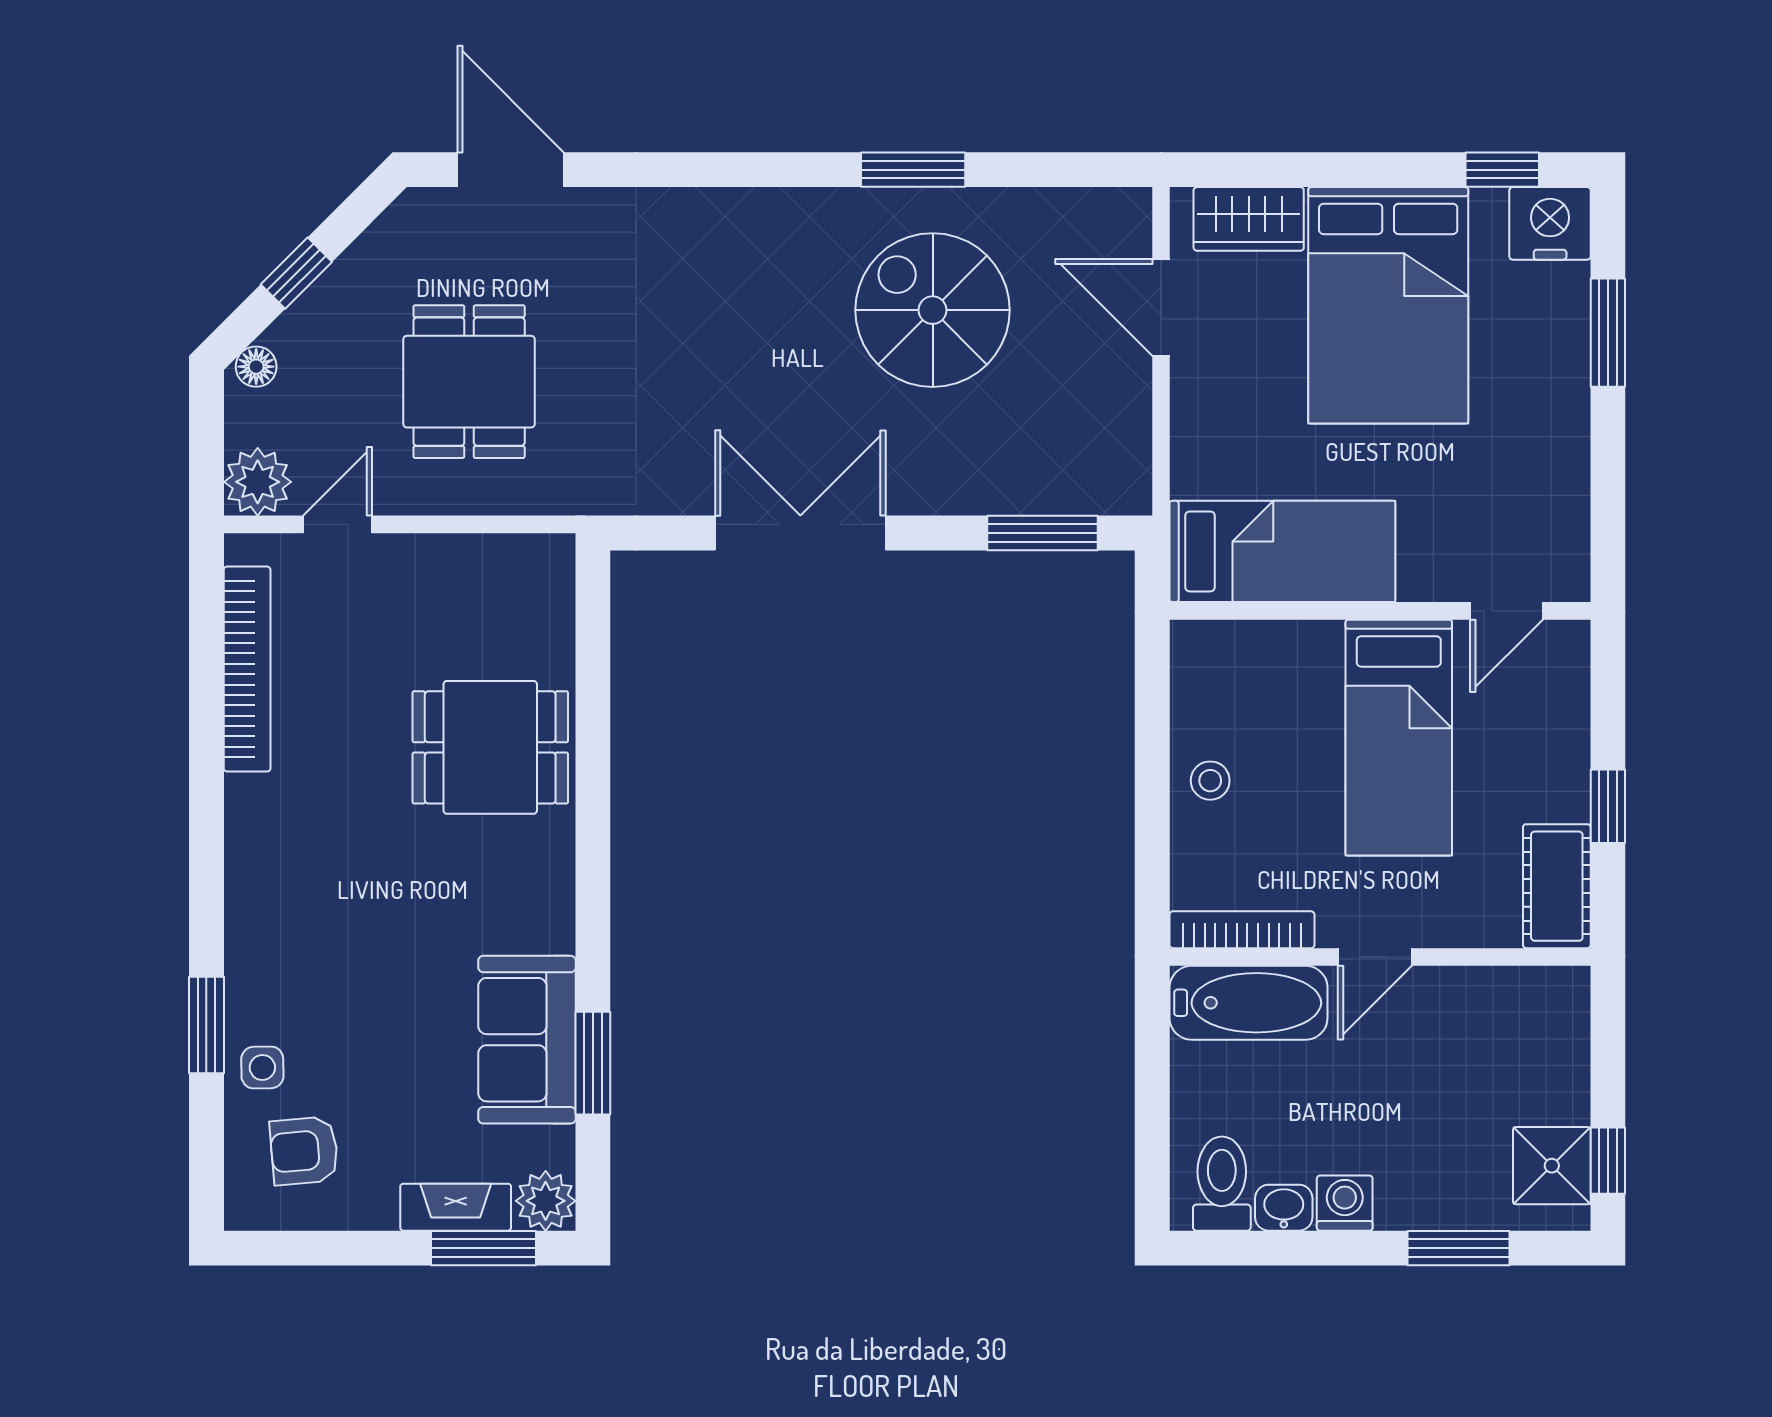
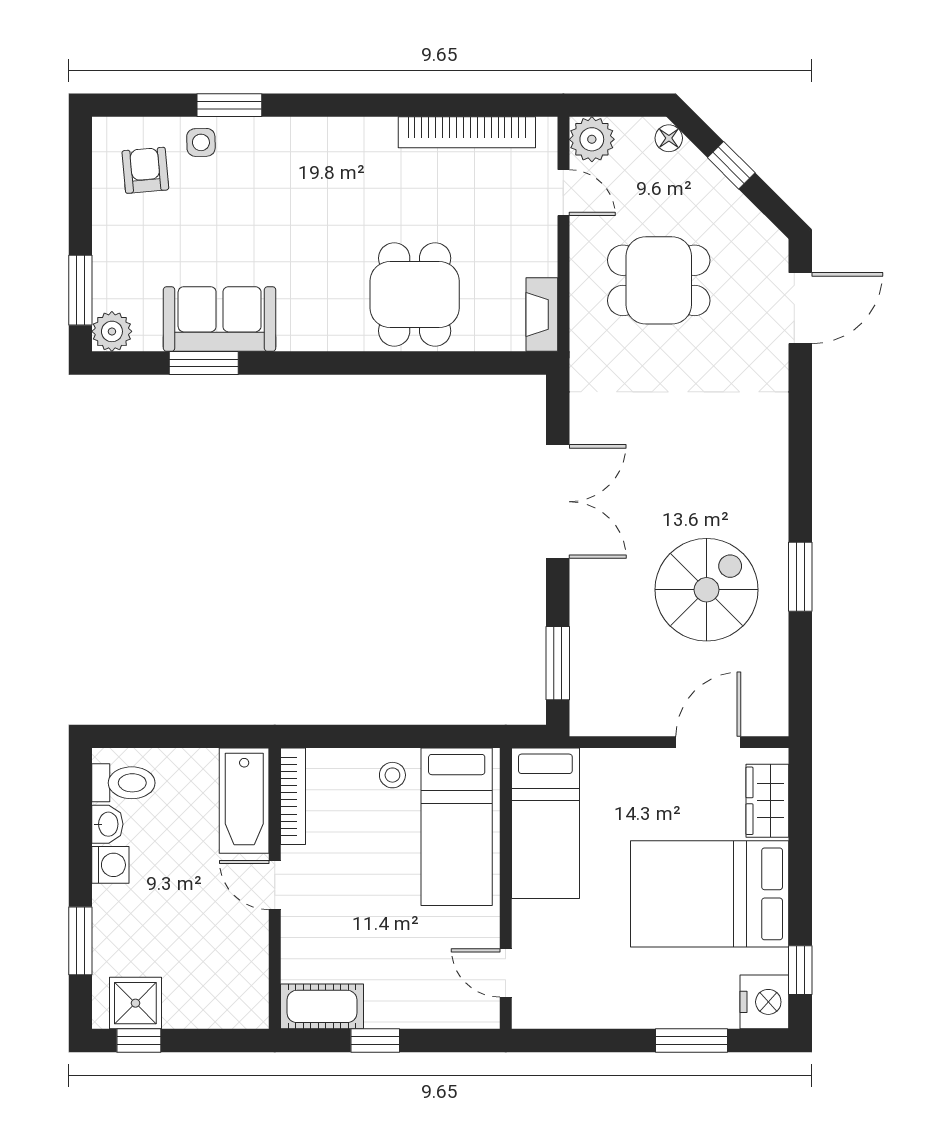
bed: (1399, 738) -> (457, 827), moved, turned -90
fireplace: (456, 1207) -> (542, 315), moved, turned 180

